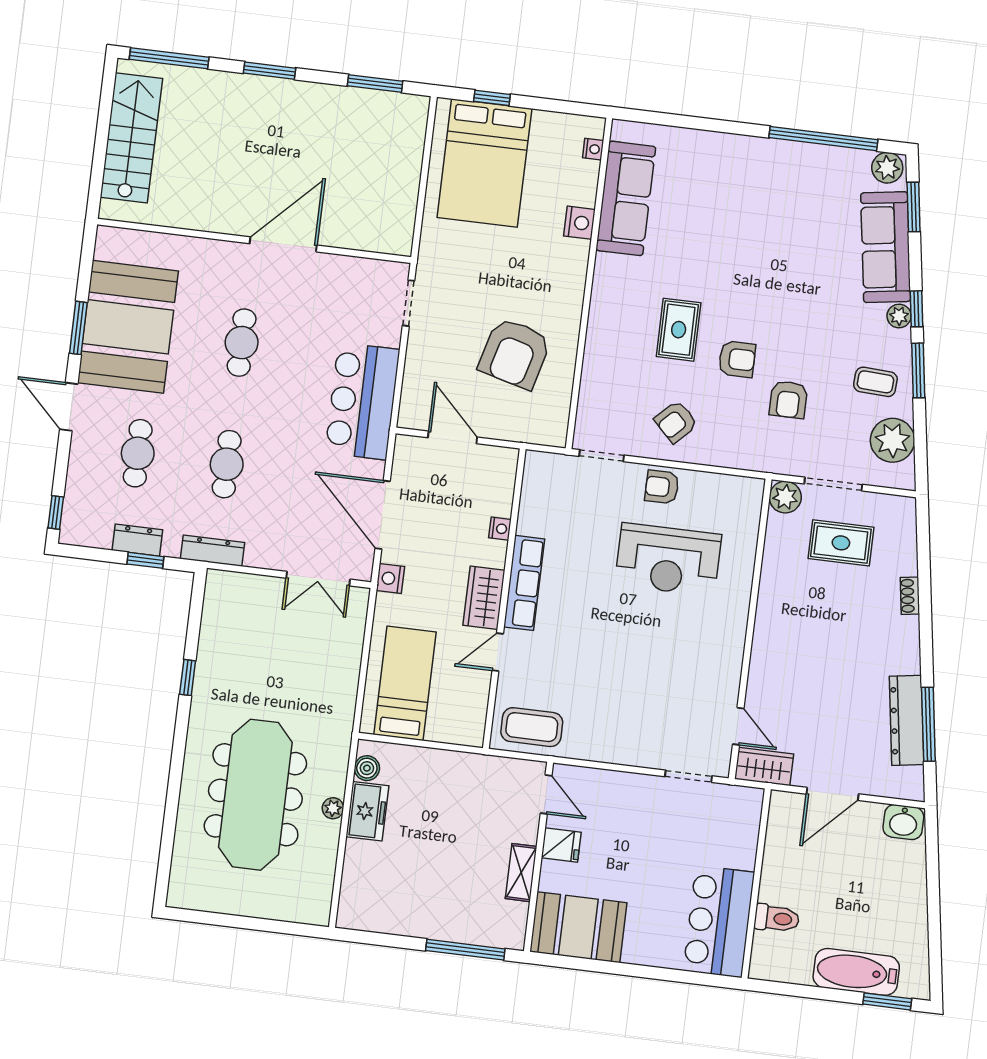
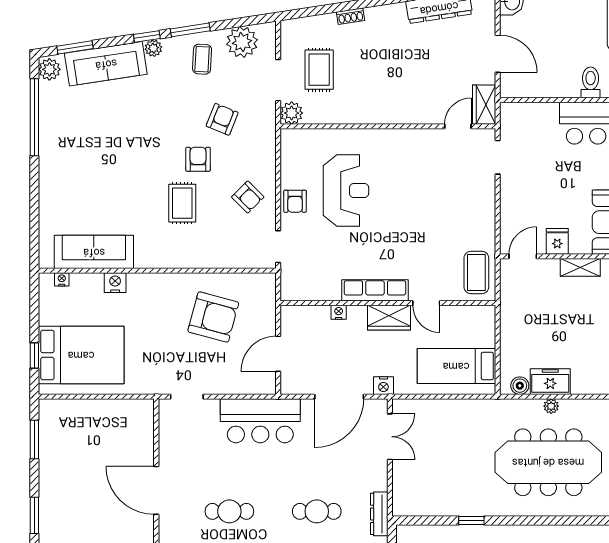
rug: (679, 330) -> (182, 203), turned 90
armchair: (788, 400) -> (222, 119), turned -68

